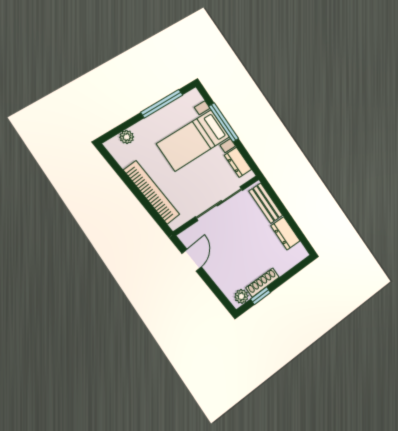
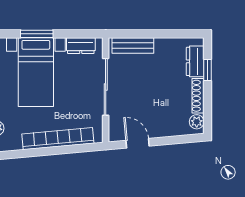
window: (224, 122) -> (37, 34), width x0.69
dresser: (285, 233) -> (195, 61), moved, turned 90
window: (261, 296) -> (208, 70), moved

